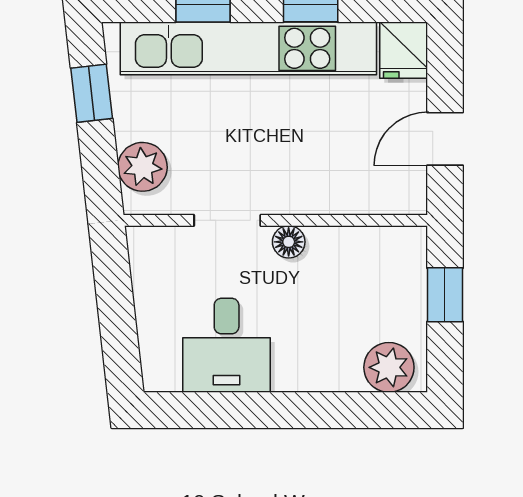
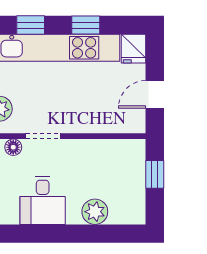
floor lamp: (289, 242) -> (13, 147), moved
plant: (389, 367) -> (95, 212), moved

